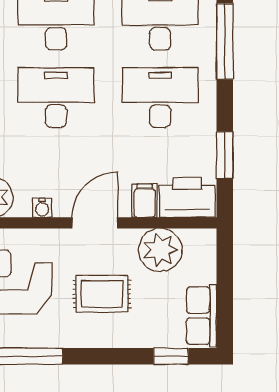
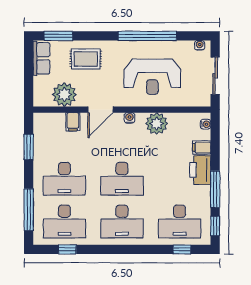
printer: (187, 197) -> (49, 124), removed
rug: (102, 294) -> (86, 59), moved
window: (171, 356) -> (58, 36), width x1.50

